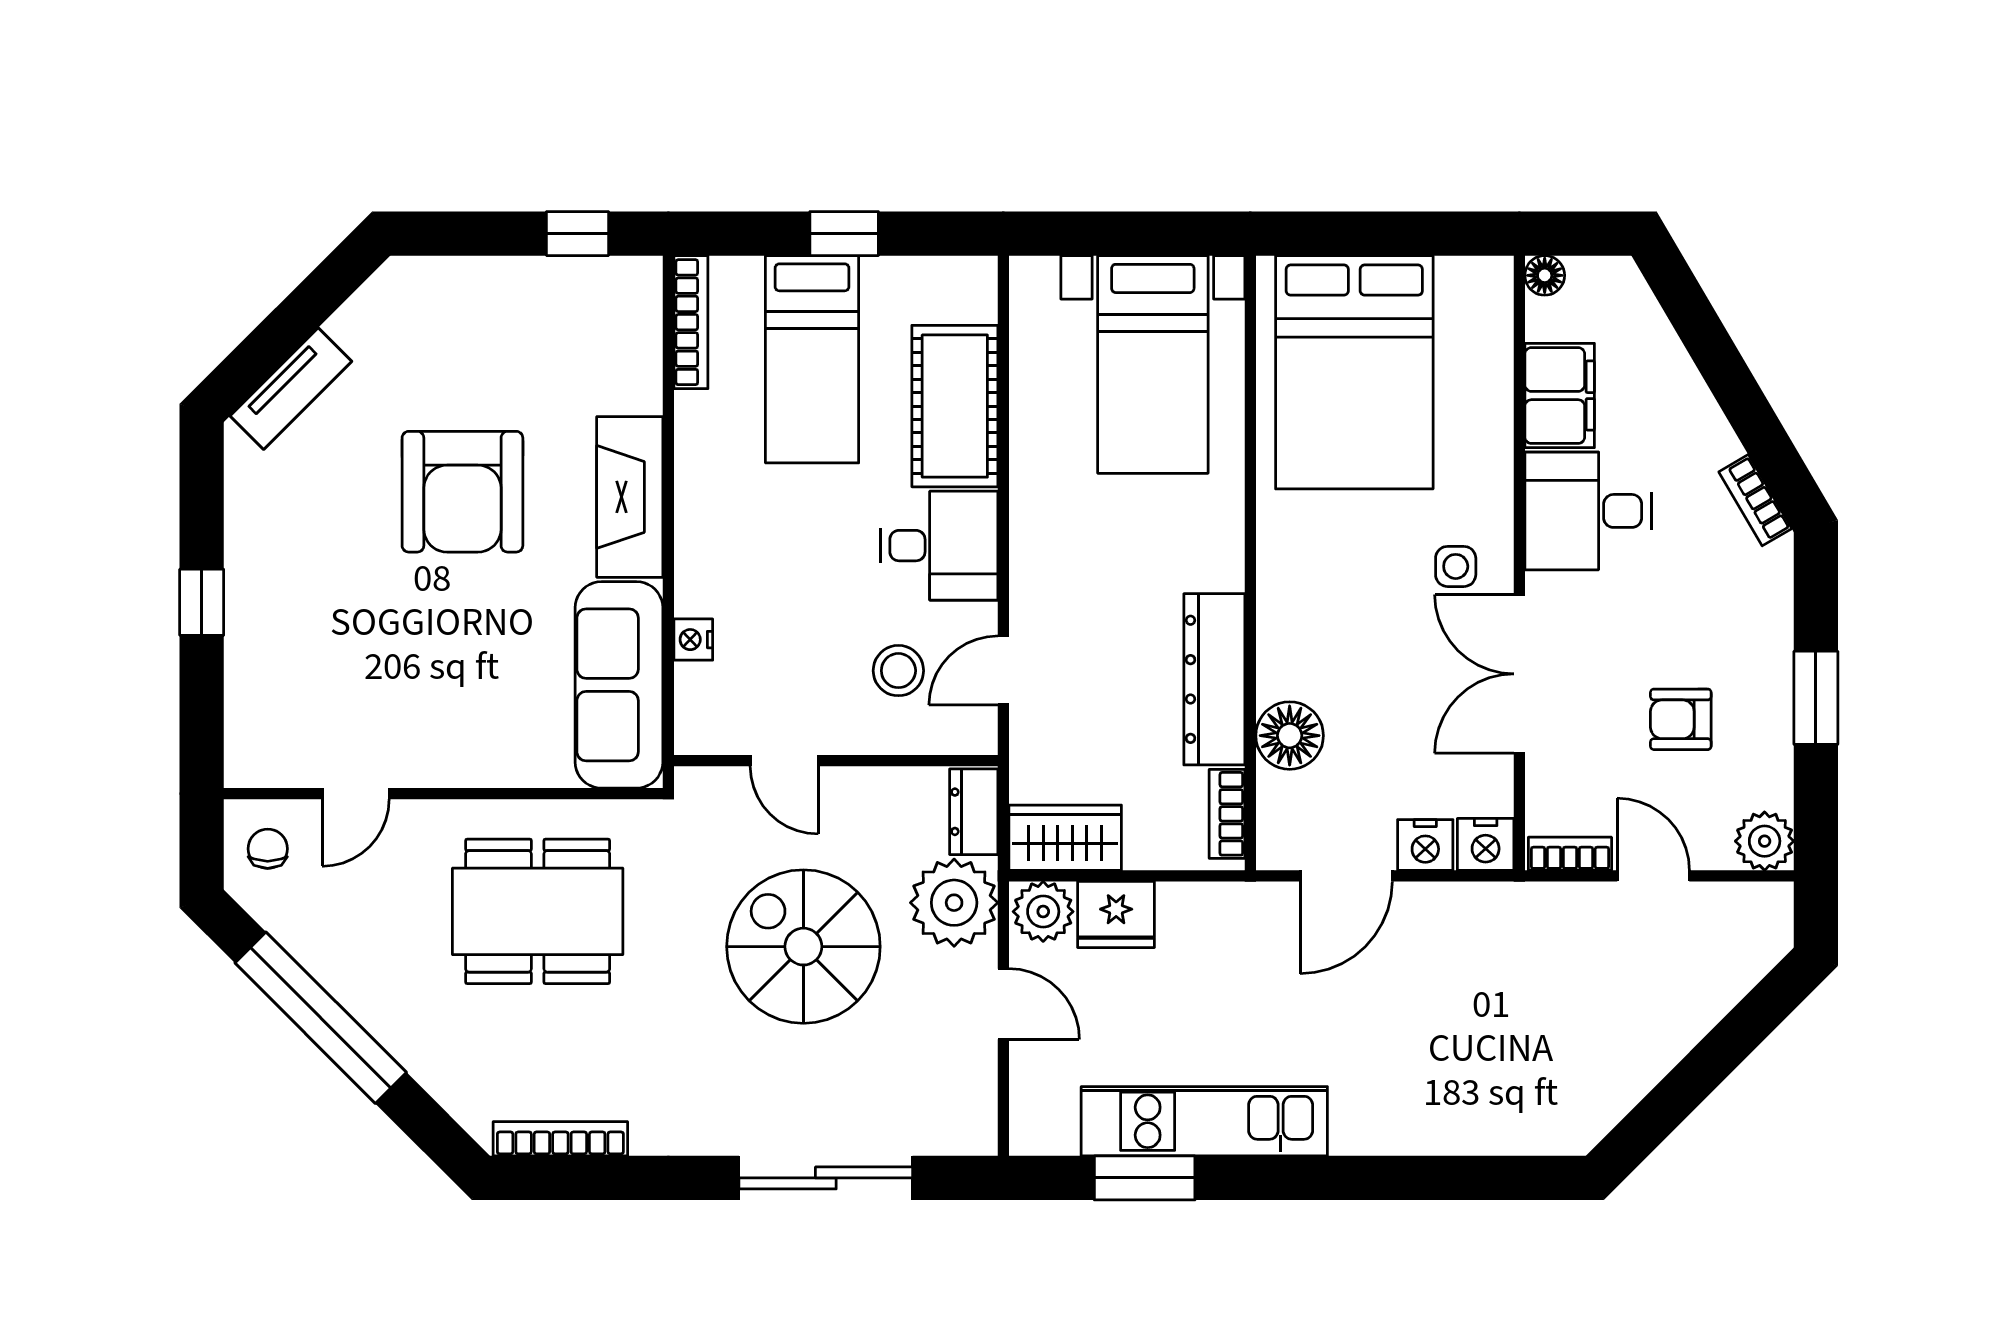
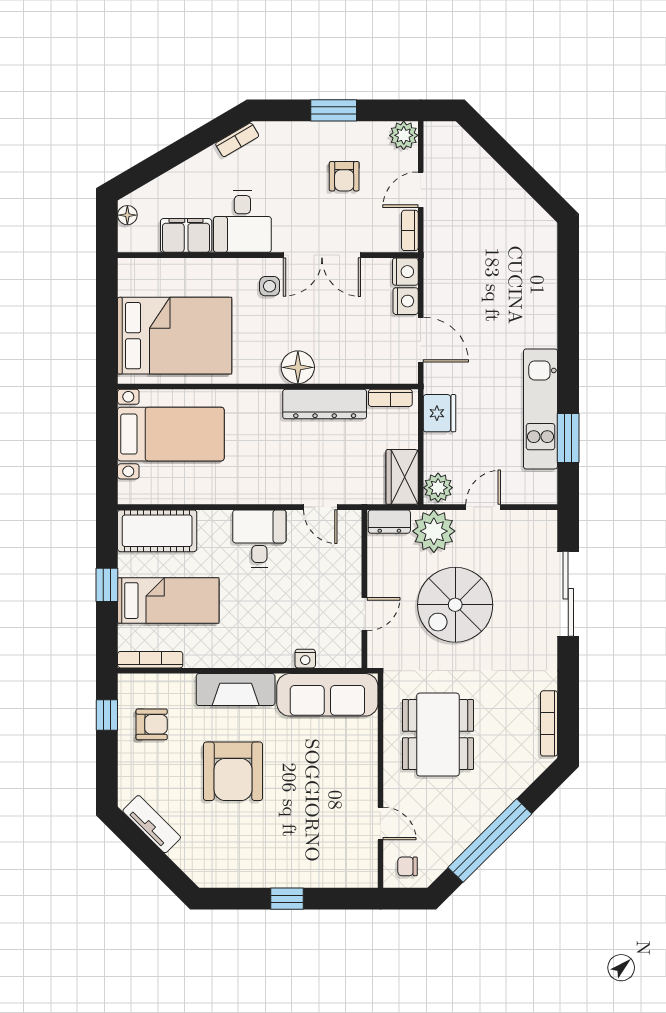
floor lamp: (1545, 275) -> (127, 215), moved
armchair: (559, 325) -> (152, 724), added
tv unit: (291, 389) -> (152, 824), moved
cot: (955, 406) -> (157, 531), moved
armchair: (462, 492) -> (233, 771), turned 90
stool: (898, 671) -> (320, 558), removed
floor lamp: (1290, 736) -> (298, 367), moved
fridge: (1116, 915) -> (440, 413), moved

